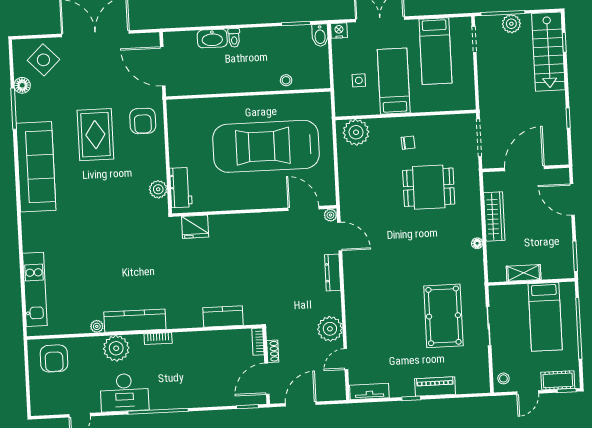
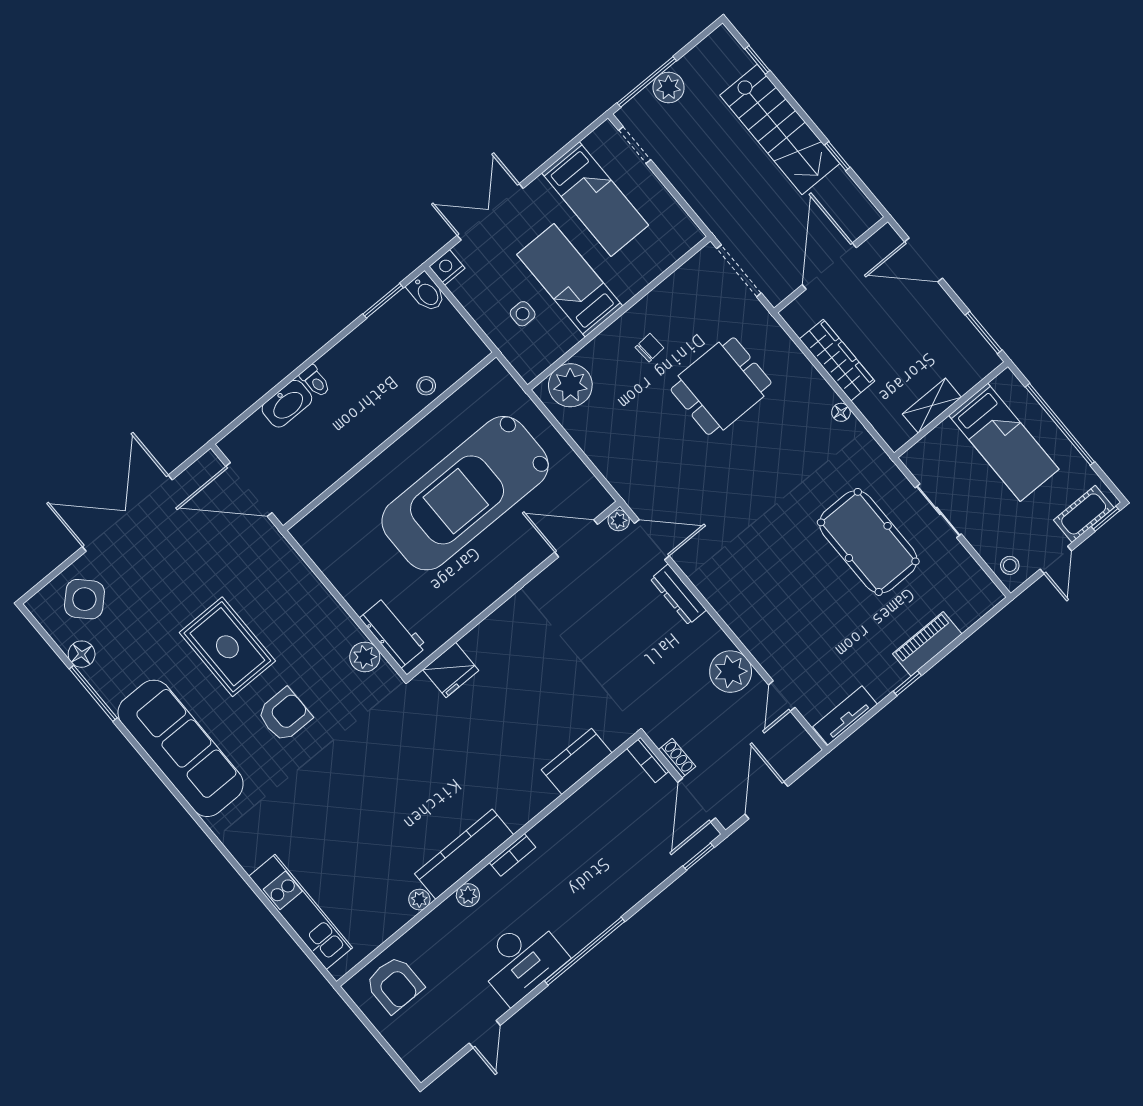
stairs: (548, 52) -> (780, 129), moved
armchair: (143, 121) -> (284, 715), moved, turned -90
plant: (116, 348) -> (468, 895), width x0.53, depth x0.53

